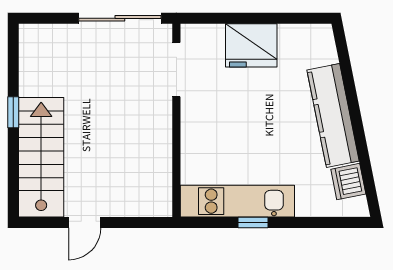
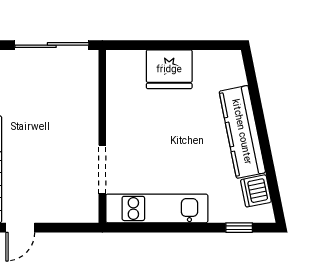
doorway: (176, 70) -> (102, 169), moved
window: (253, 223) -> (239, 228), moved

